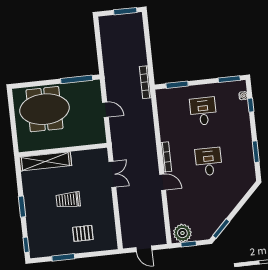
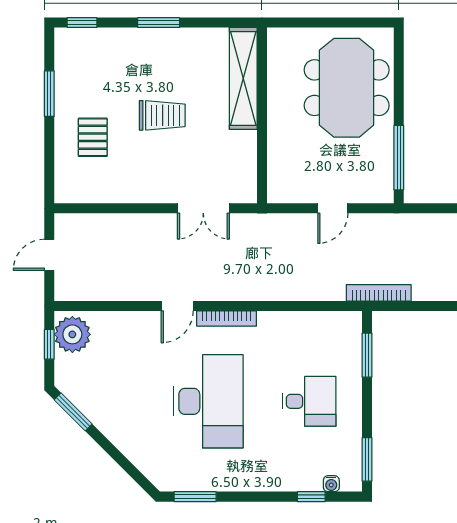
window: (256, 152) -> (195, 497), moved
desk: (209, 162) -> (208, 401), width x1.87, depth x1.30
trolley: (68, 200) -> (162, 115), turned 90

